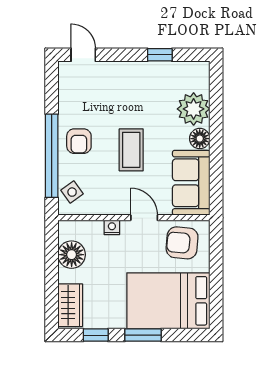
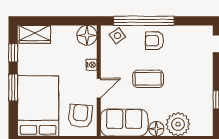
floor lamp: (72, 255) -> (87, 35), moved

